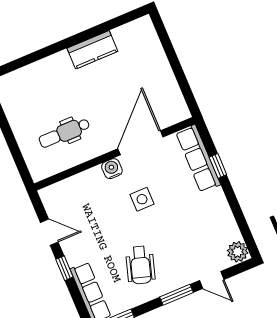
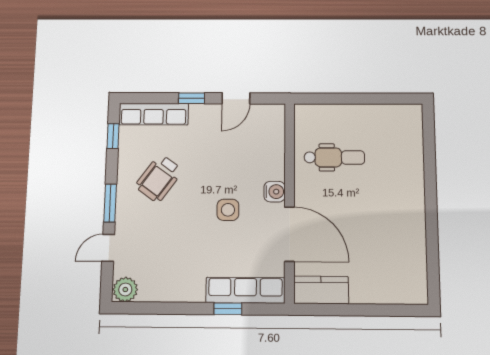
kitchen counter: (92, 50) -> (321, 290), moved, turned 90
dental chair: (64, 133) -> (334, 157), turned 90
wheelchair: (140, 265) -> (159, 178), turned -71

